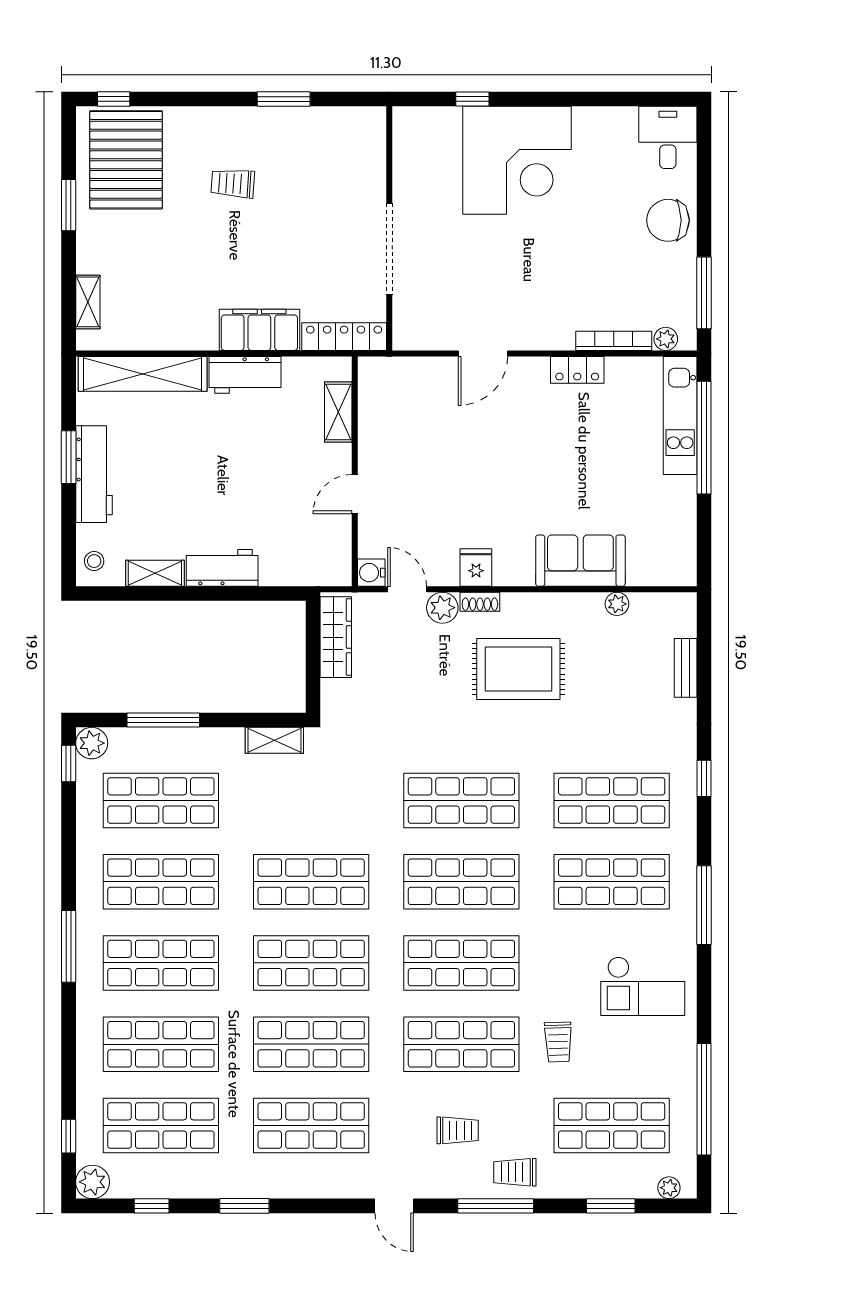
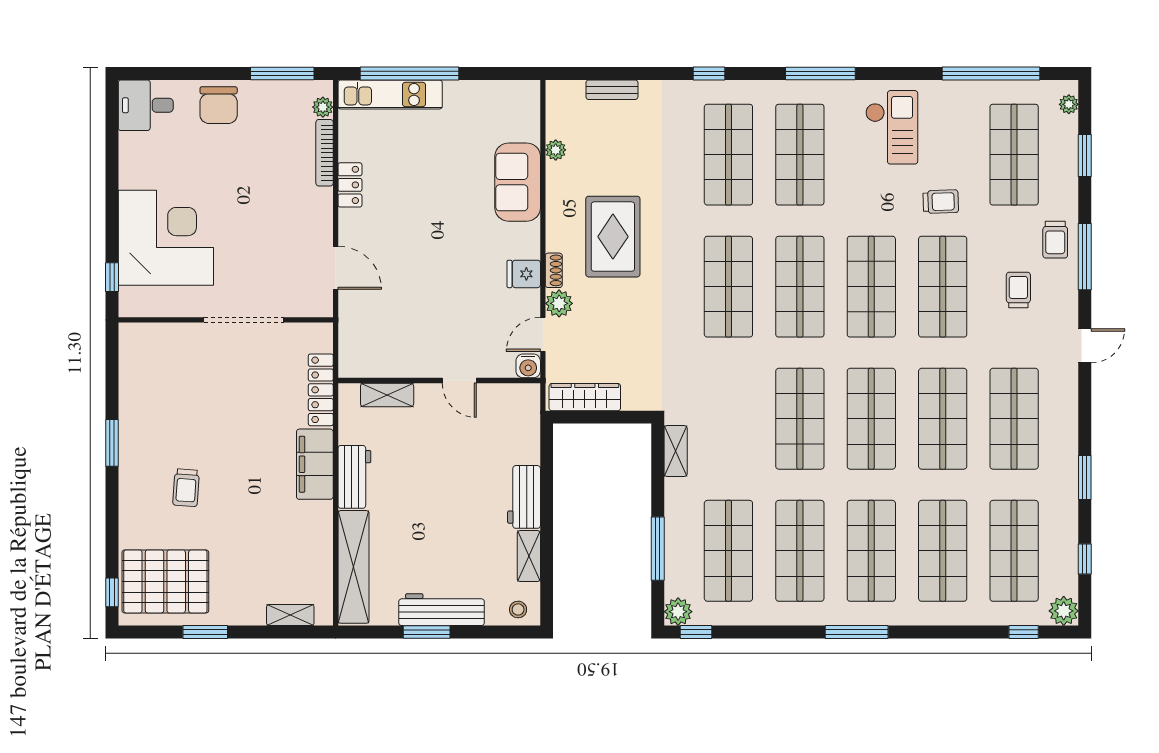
wall: (389, 228) -> (226, 320), moved
doorway: (389, 249) -> (244, 320), moved

